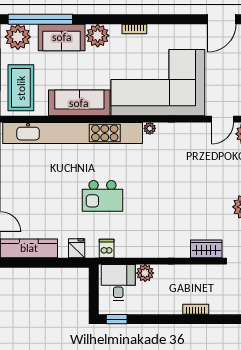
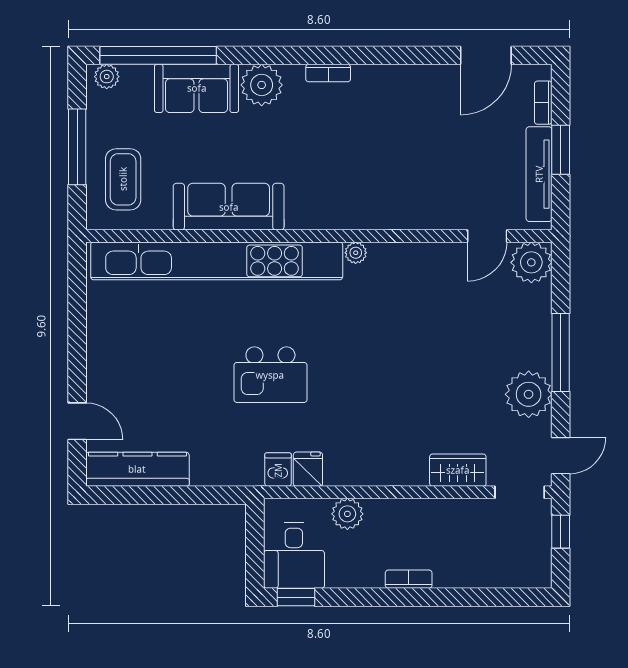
plant: (18, 37) -> (107, 77), width x0.53, depth x0.53
corner sofa: (158, 83) -> (371, 170), removed
coffee table: (21, 88) -> (123, 179), width x0.73, depth x0.76
fridge: (77, 248) -> (308, 469), moved
desk: (118, 282) -> (294, 556), moved, turned 180
bookcase: (196, 309) -> (409, 579), moved

